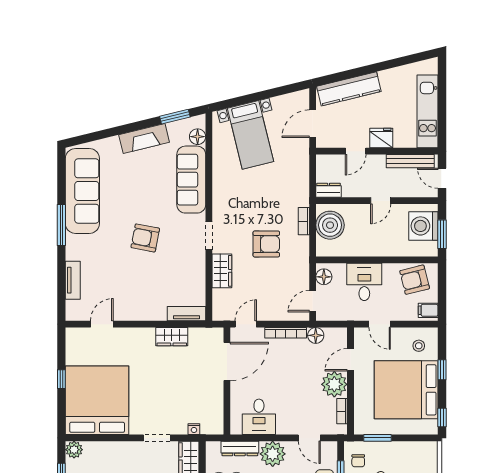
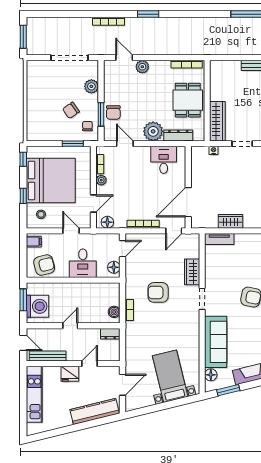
boiler: (330, 225) -> (114, 312), width x0.54, depth x0.54
floor lamp: (316, 335) -> (107, 222), moved
plant: (334, 384) -> (101, 180), width x0.53, depth x0.53

